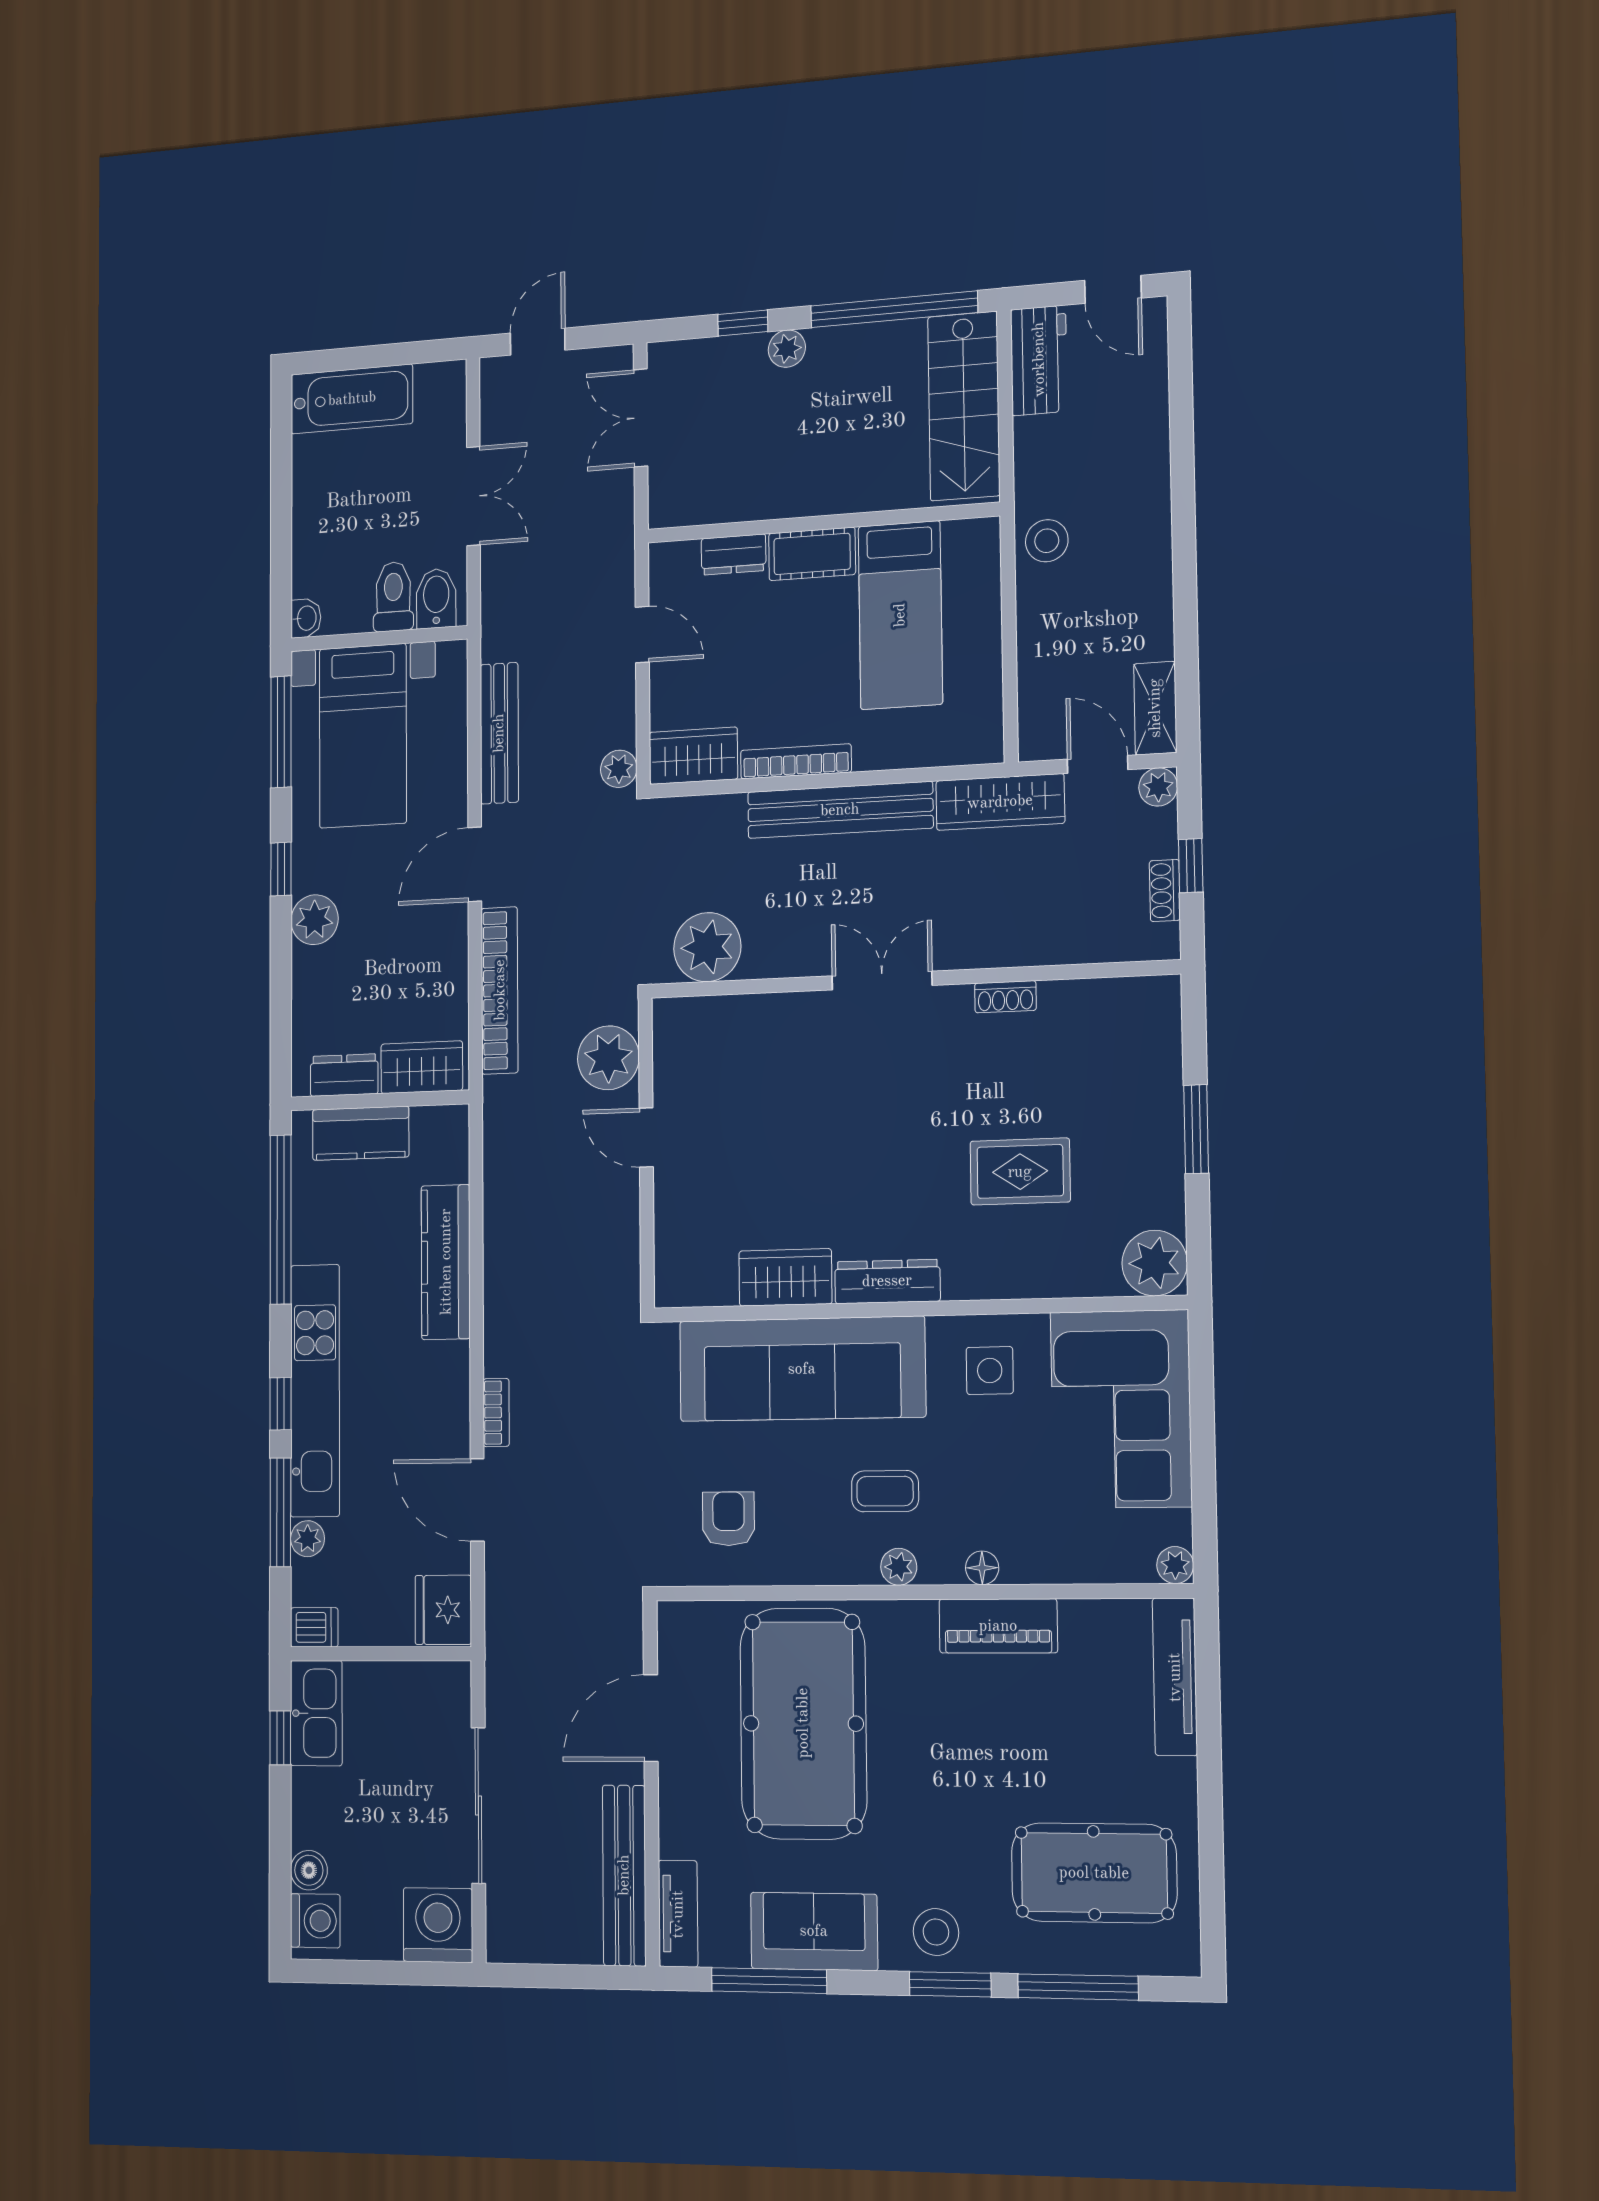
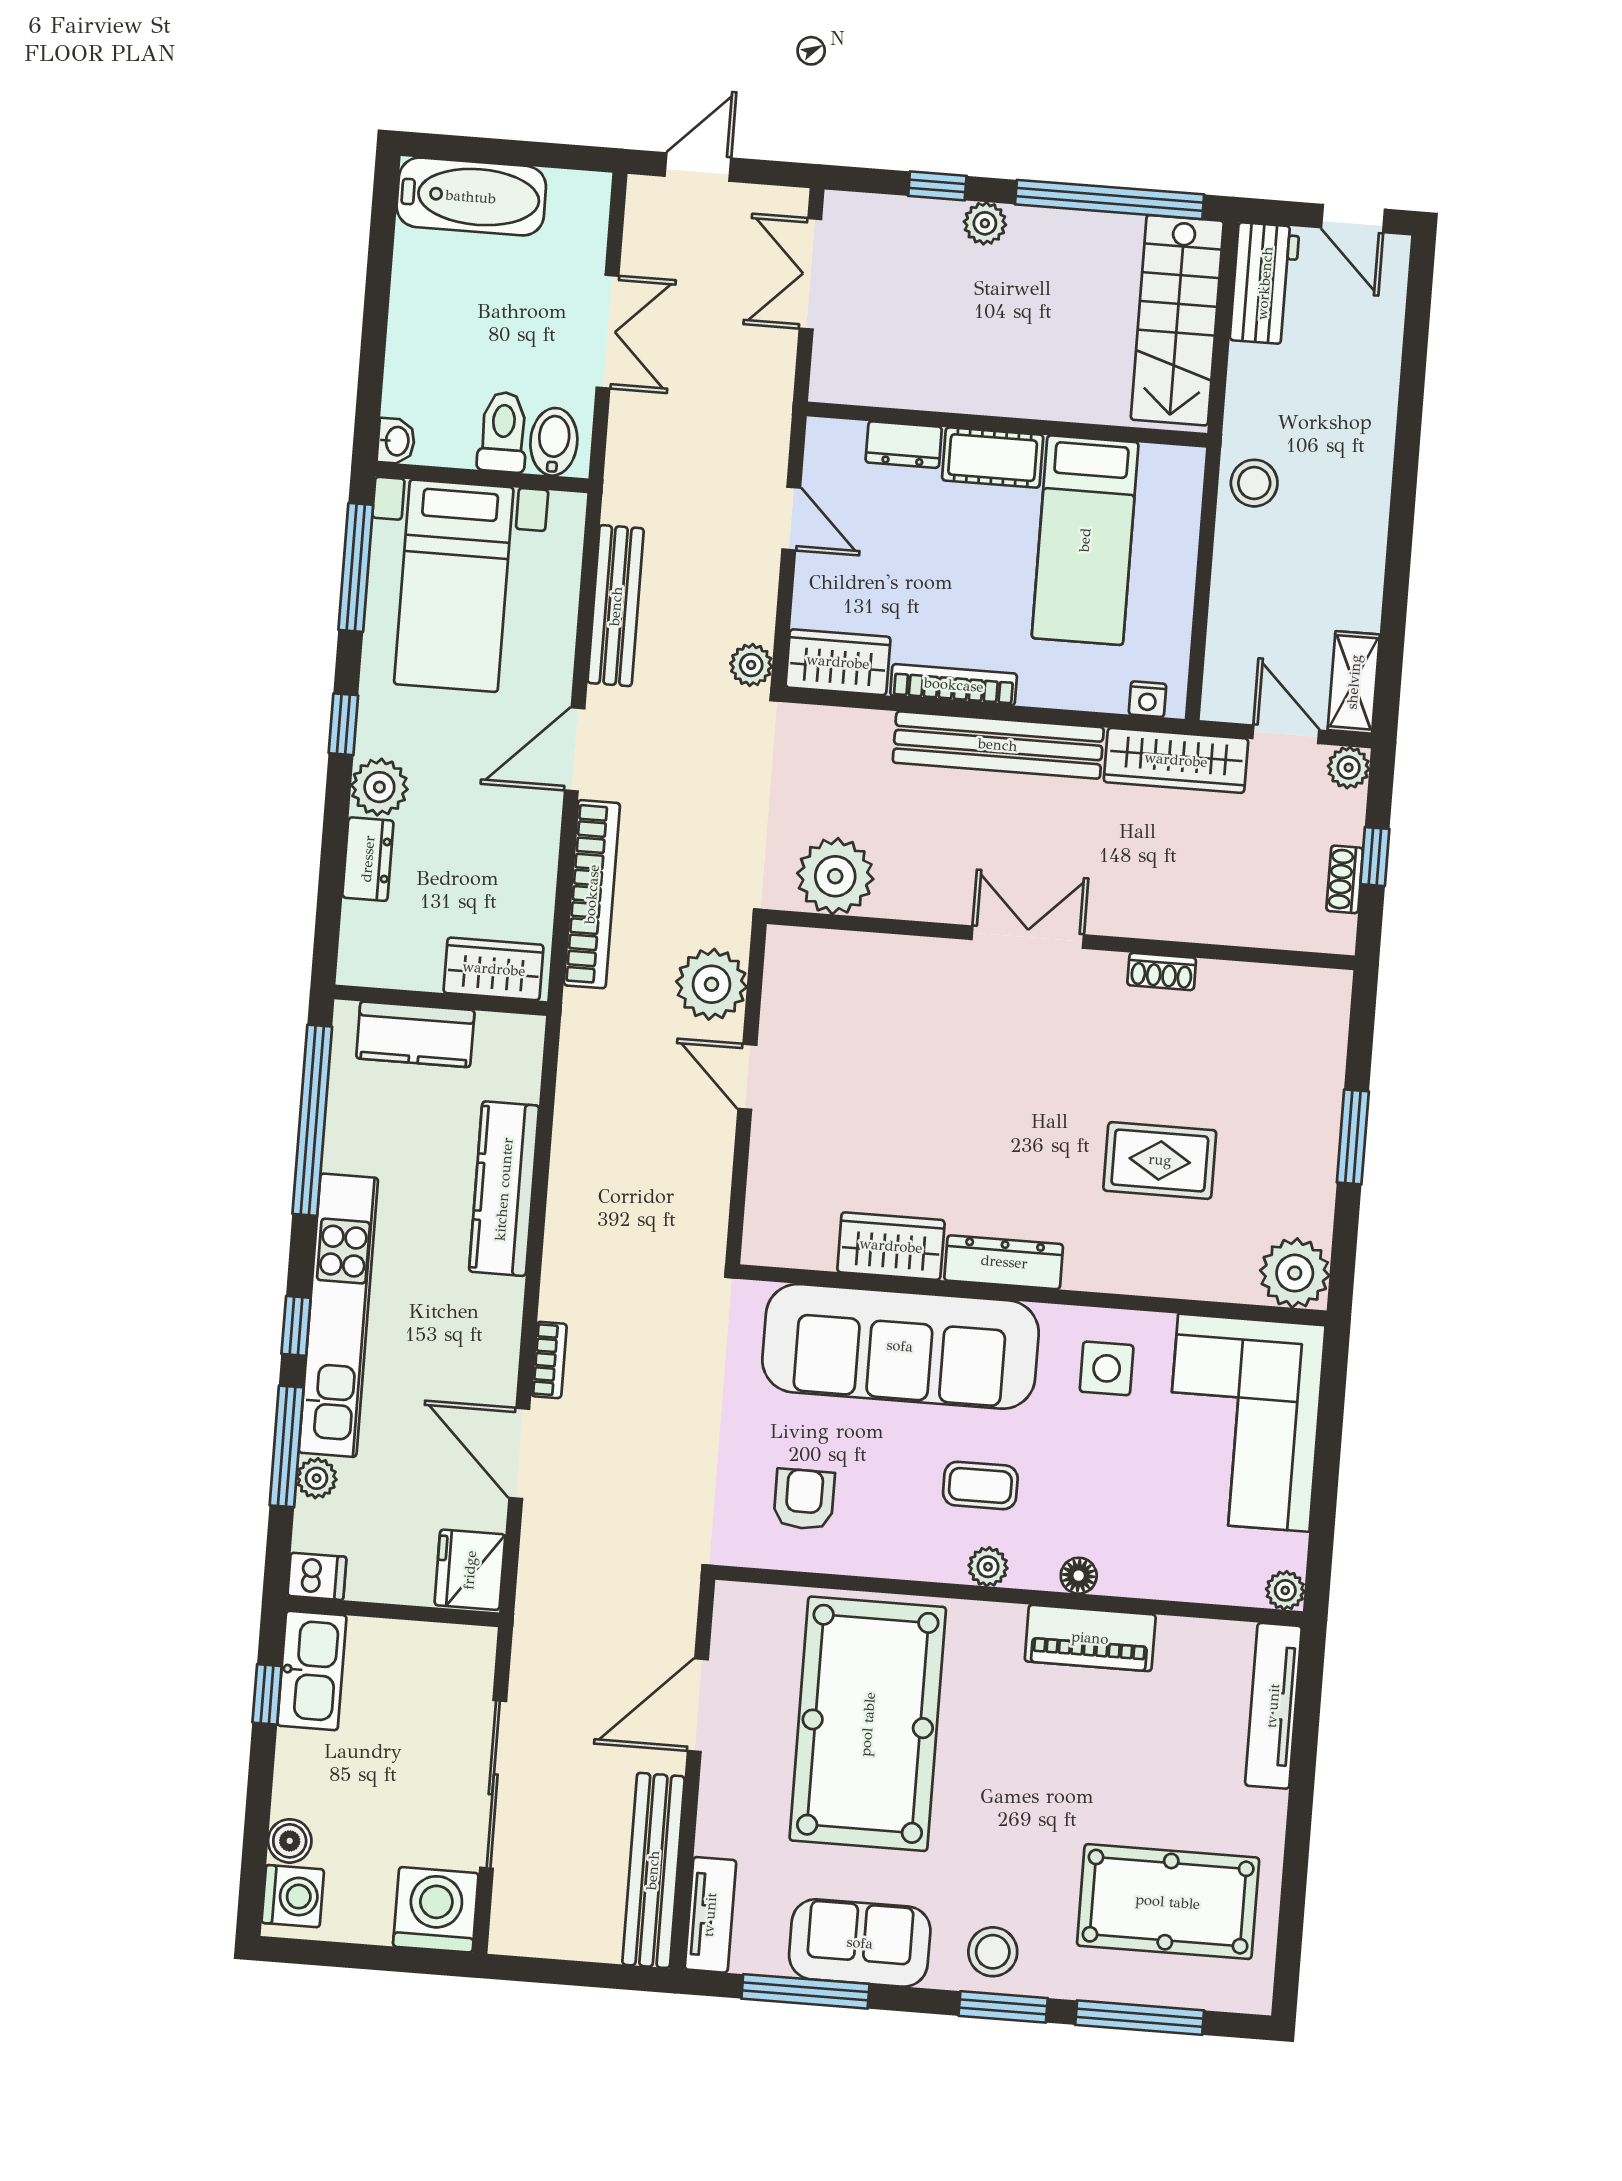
nightstand: (969, 750) -> (1148, 699), added
dresser: (344, 1075) -> (368, 859), moved, turned 90

